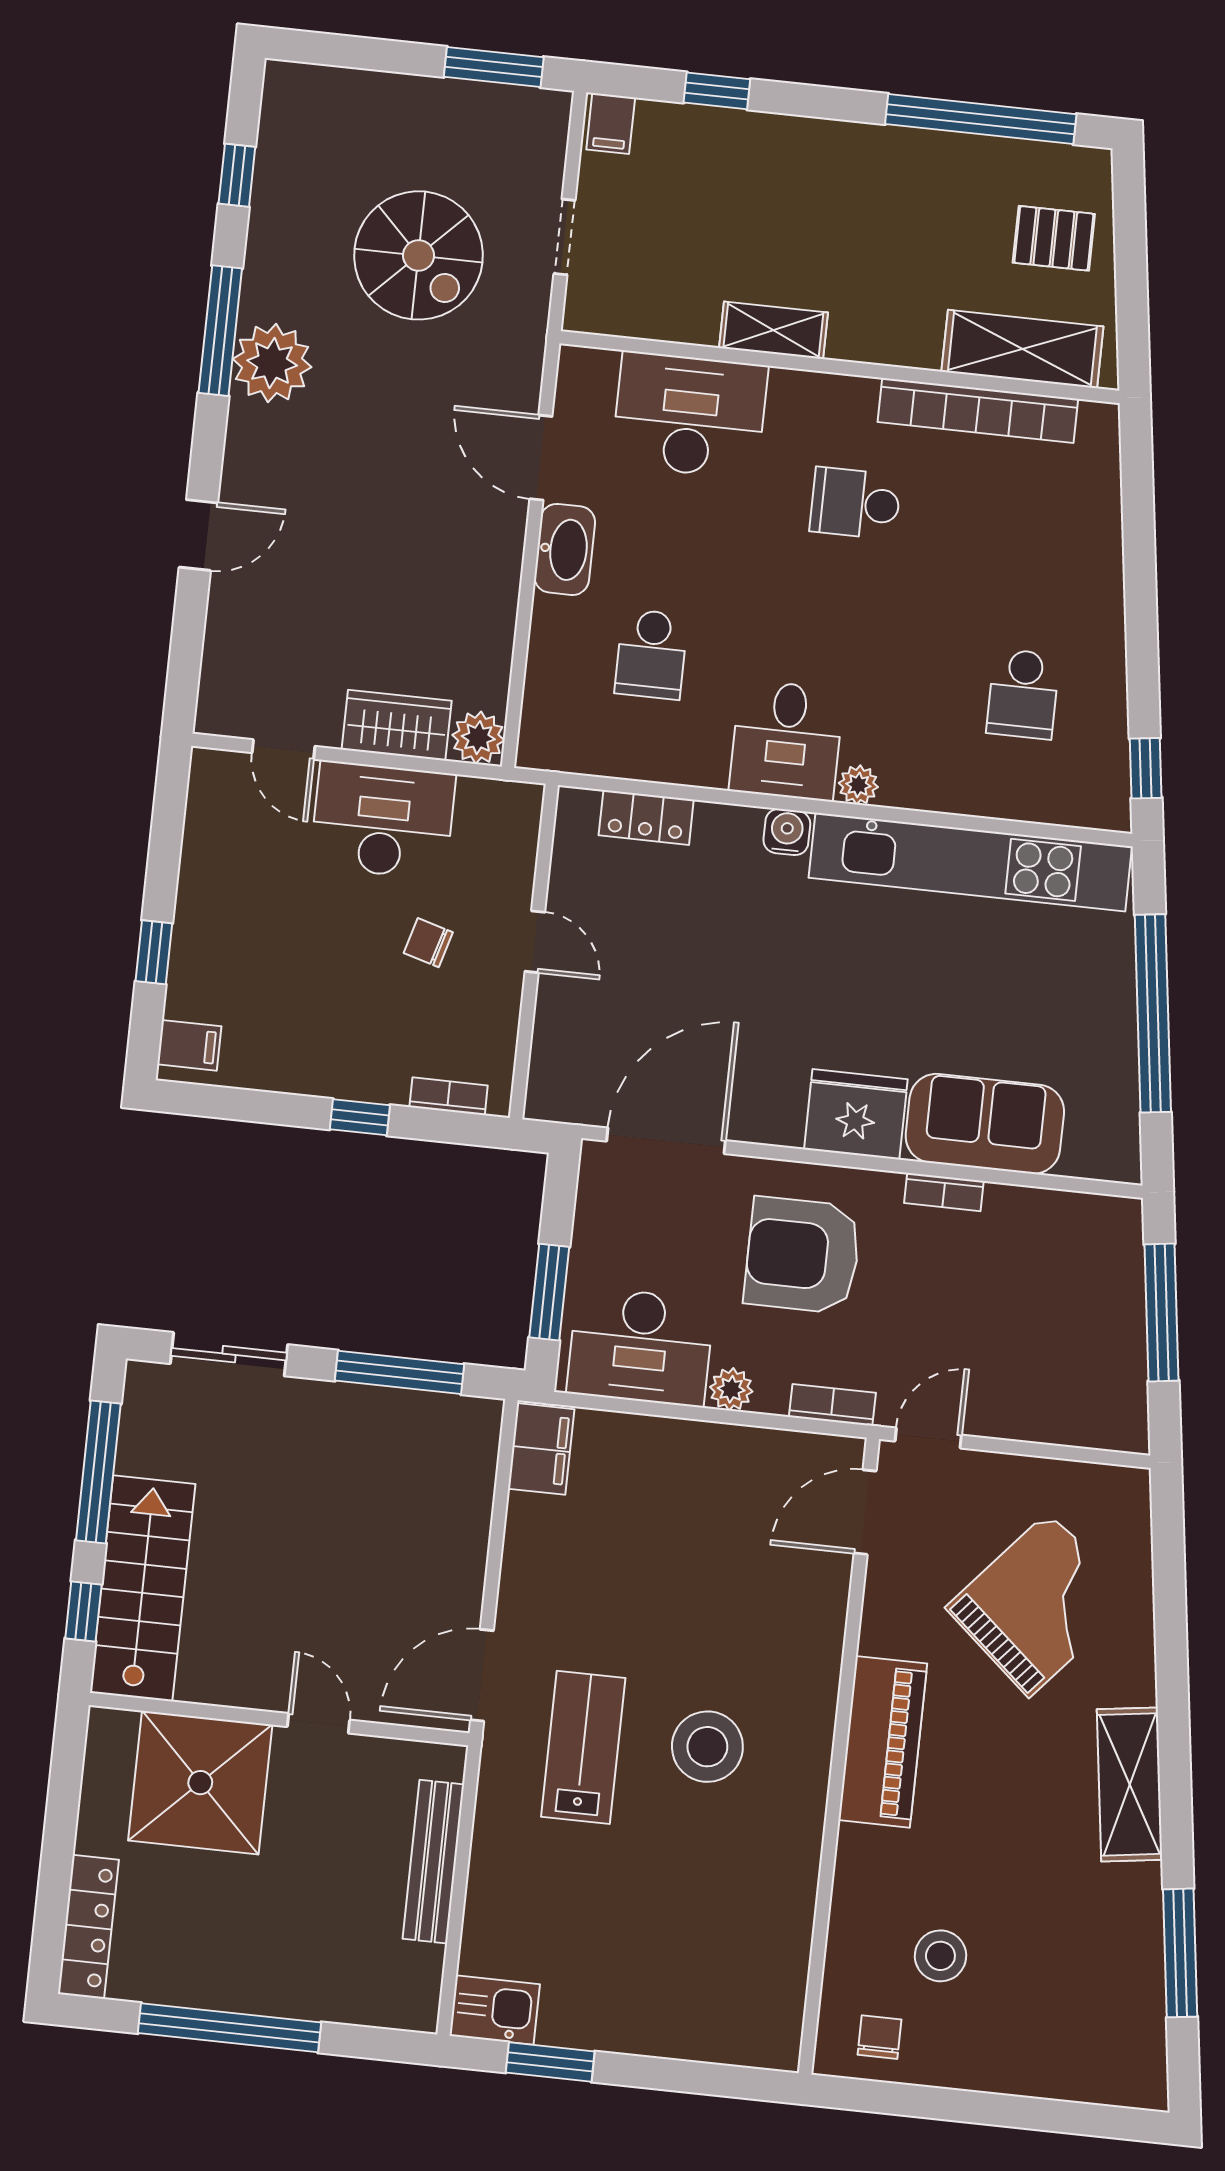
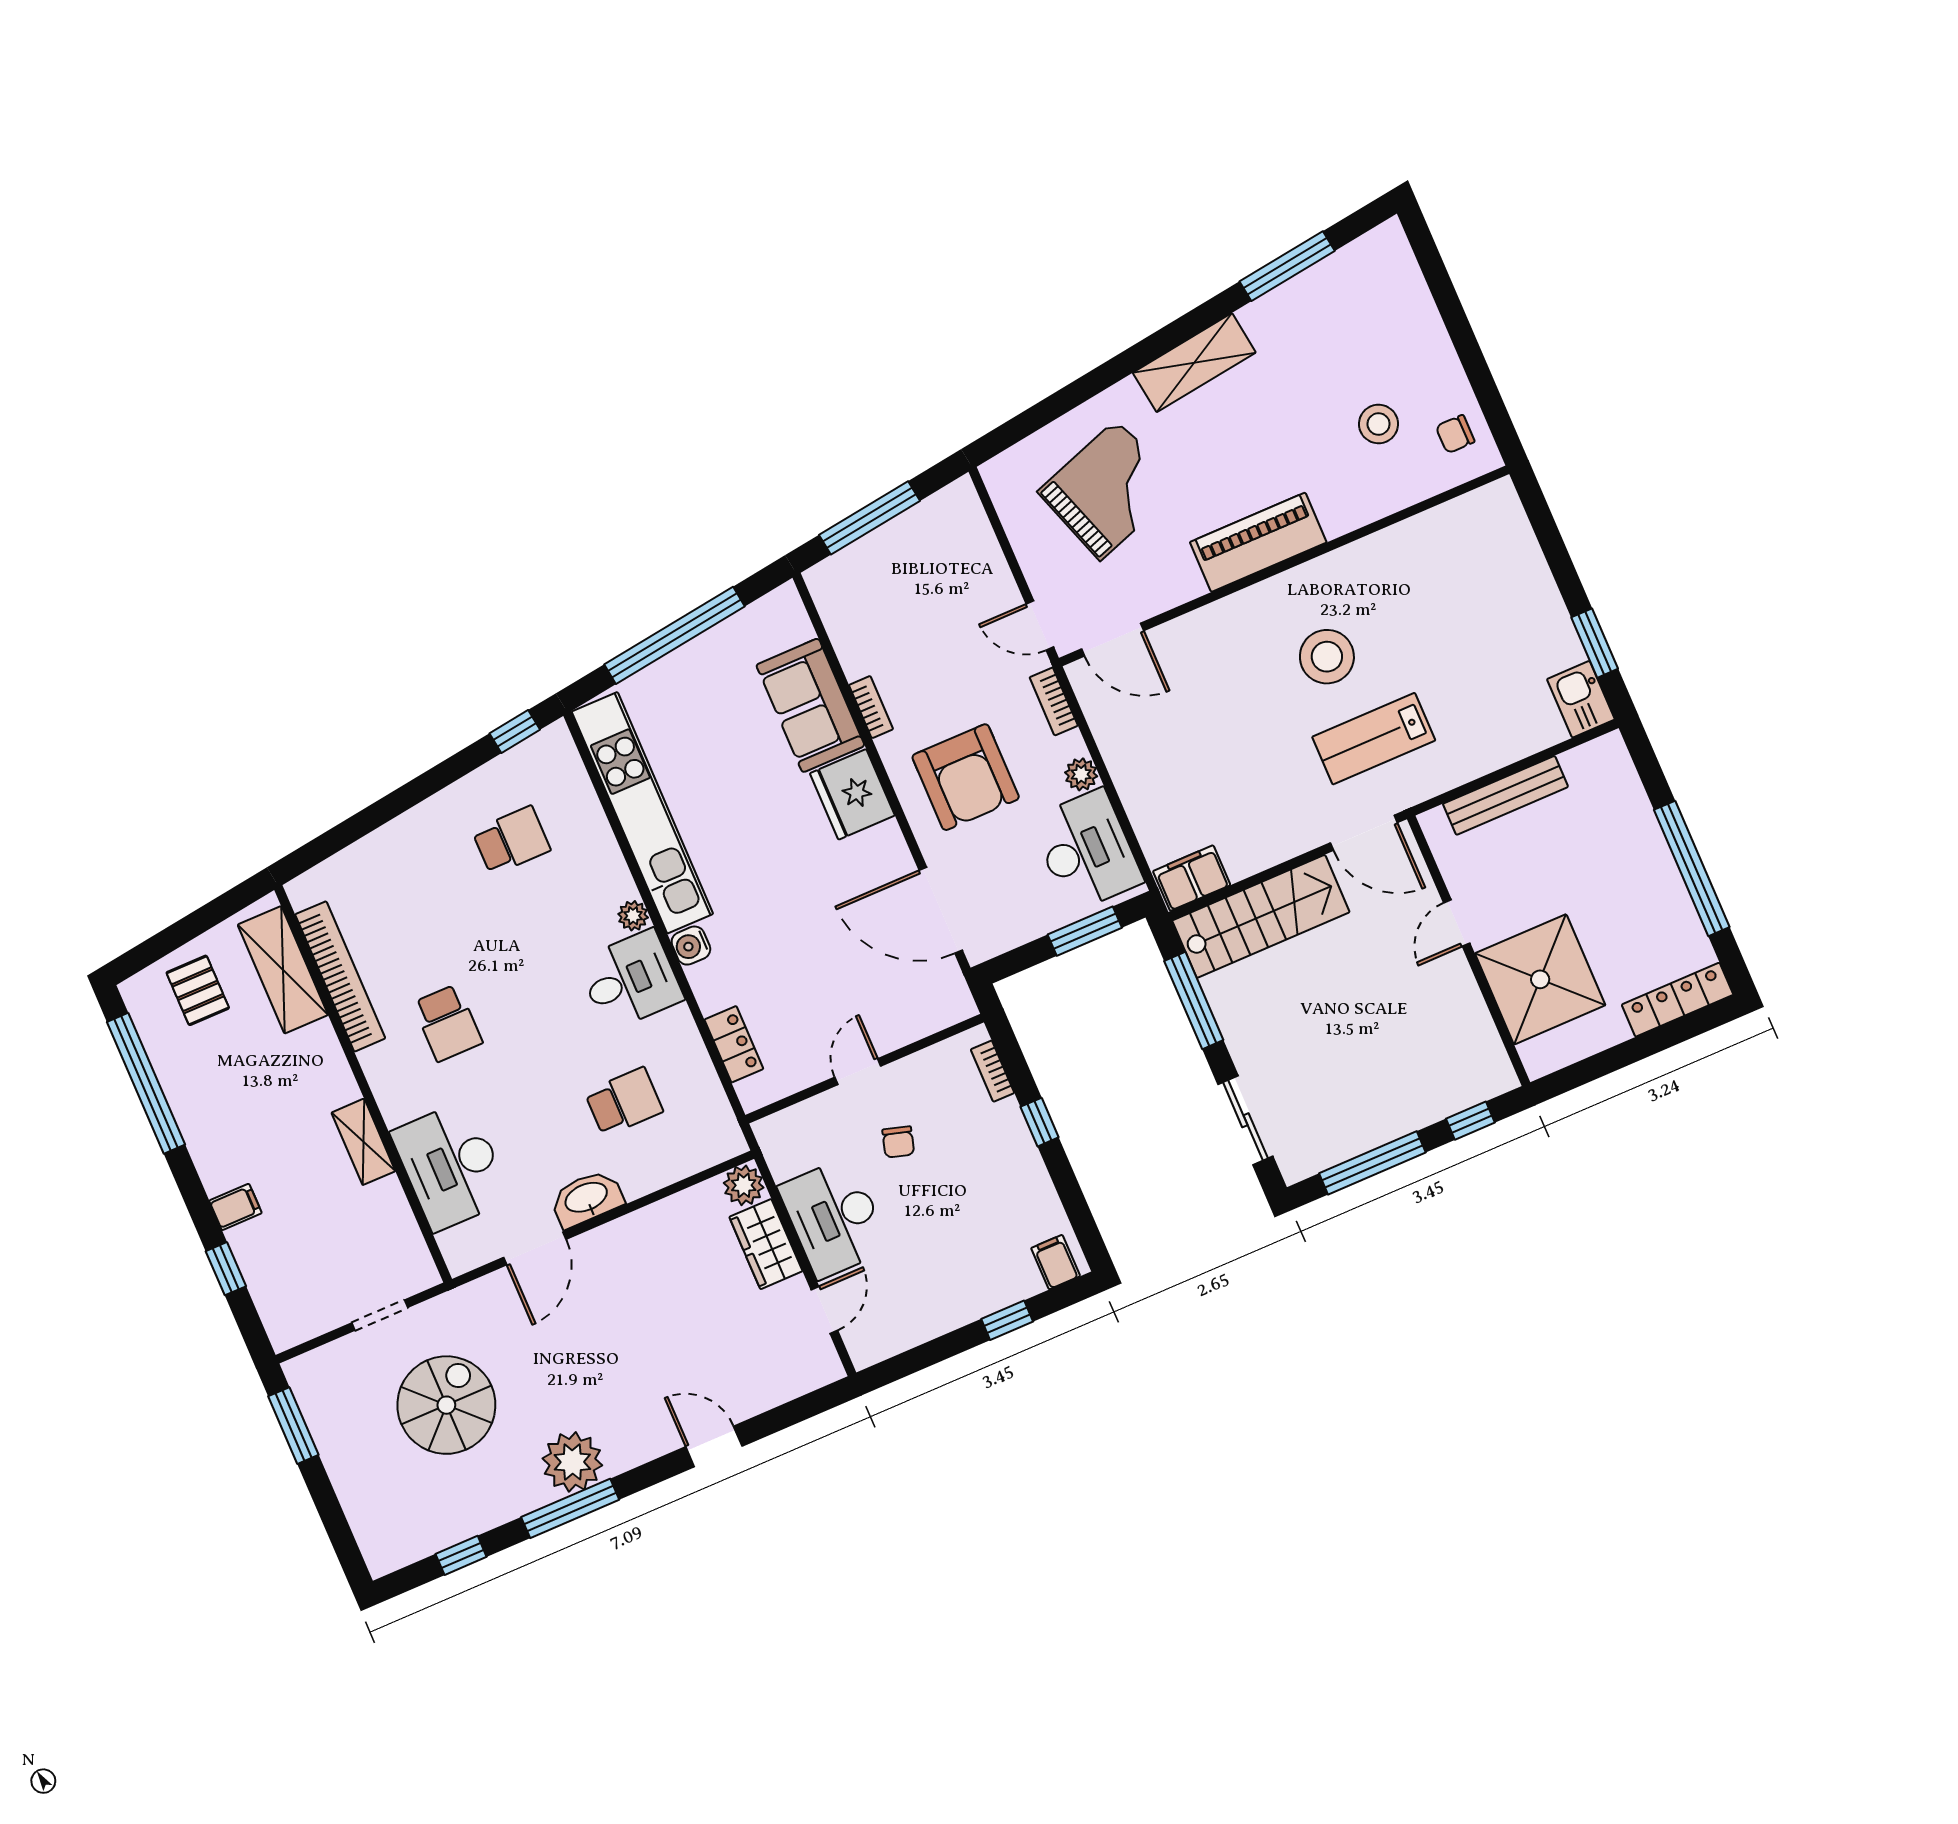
filing cabinet: (611, 123) -> (235, 1207), moved
stairs: (143, 1588) -> (1261, 916), moved, turned 180
grand piano: (1039, 1604) -> (1109, 490), turned 120

